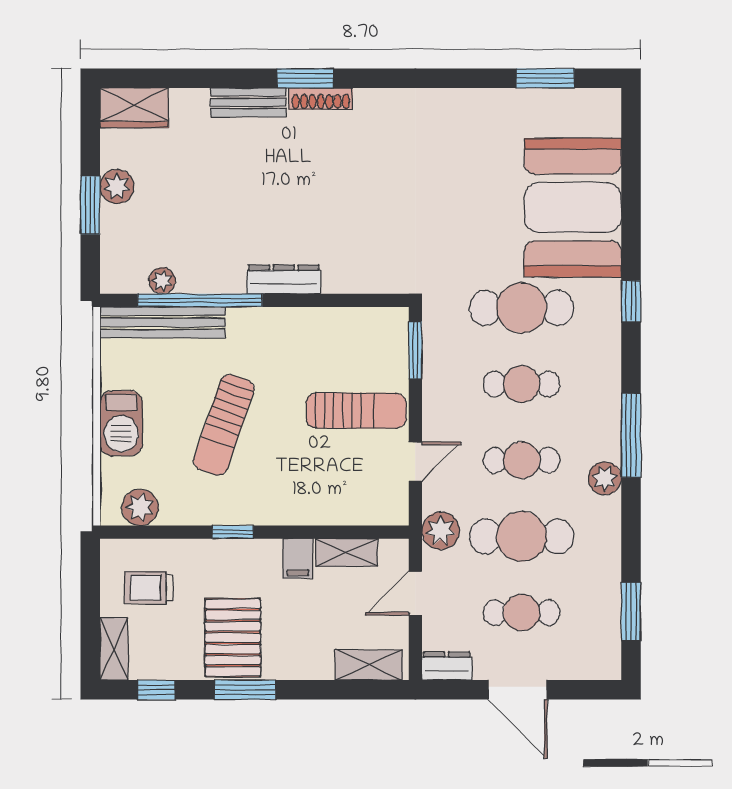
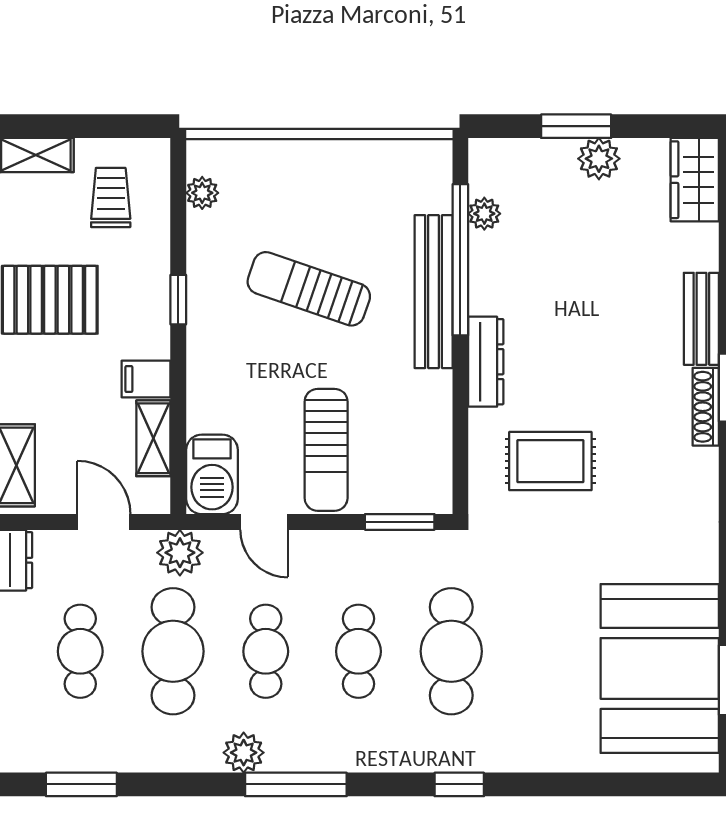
booth: (573, 207) -> (660, 668), moved, turned 90
rug: (365, 226) -> (550, 461), added
bench: (163, 322) -> (434, 292), moved
barbecue: (121, 423) -> (212, 474), moved, turned -90
plant: (140, 507) -> (202, 193), width x0.73, depth x0.73

